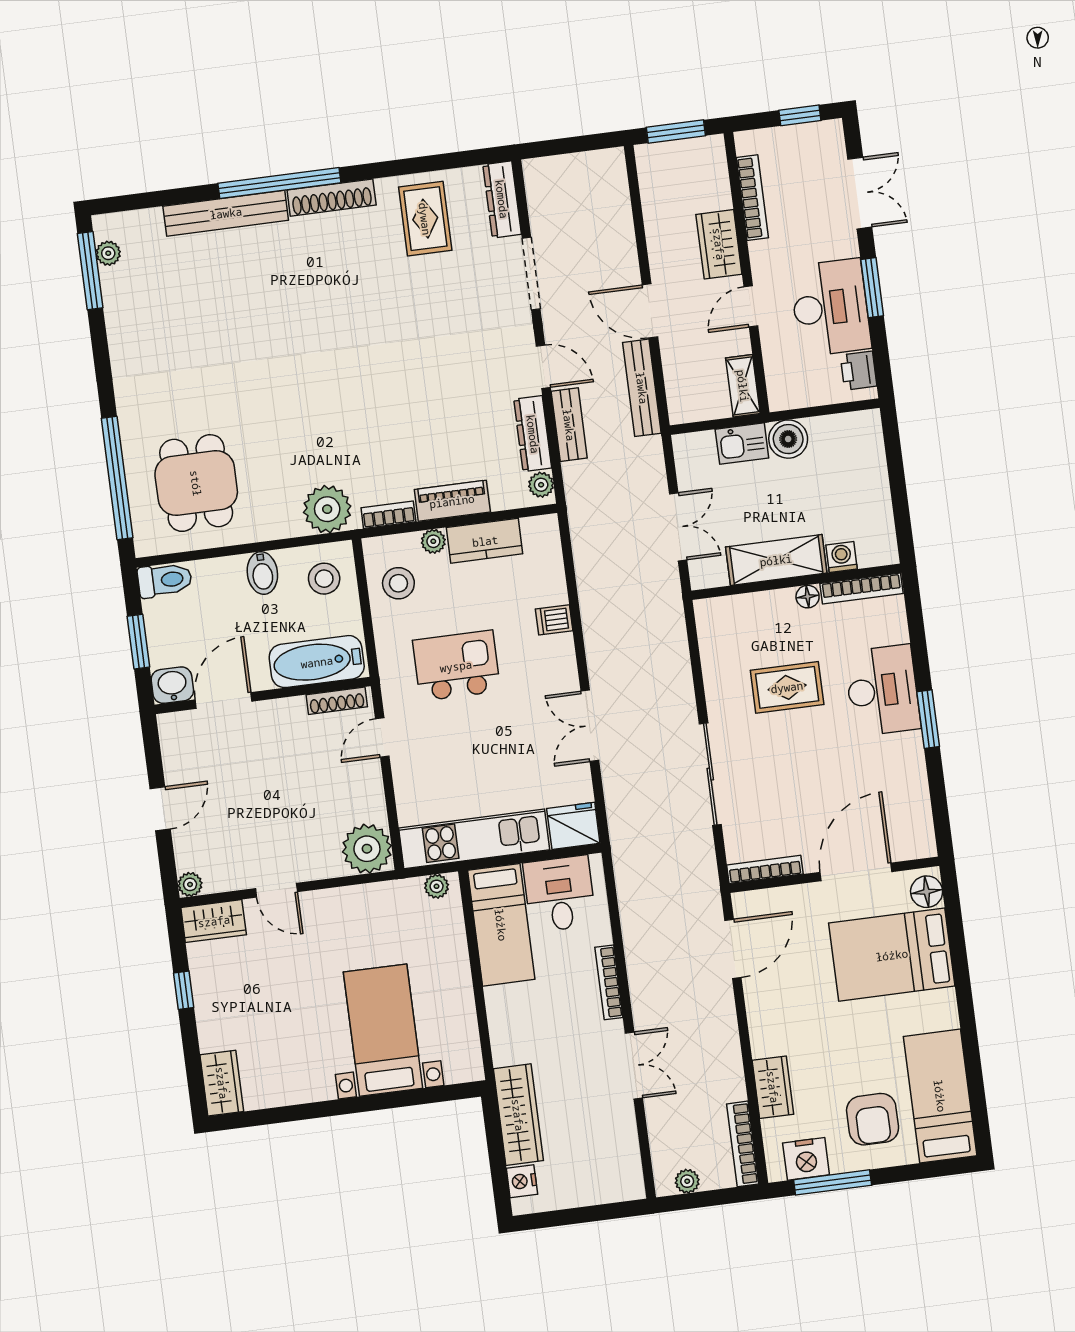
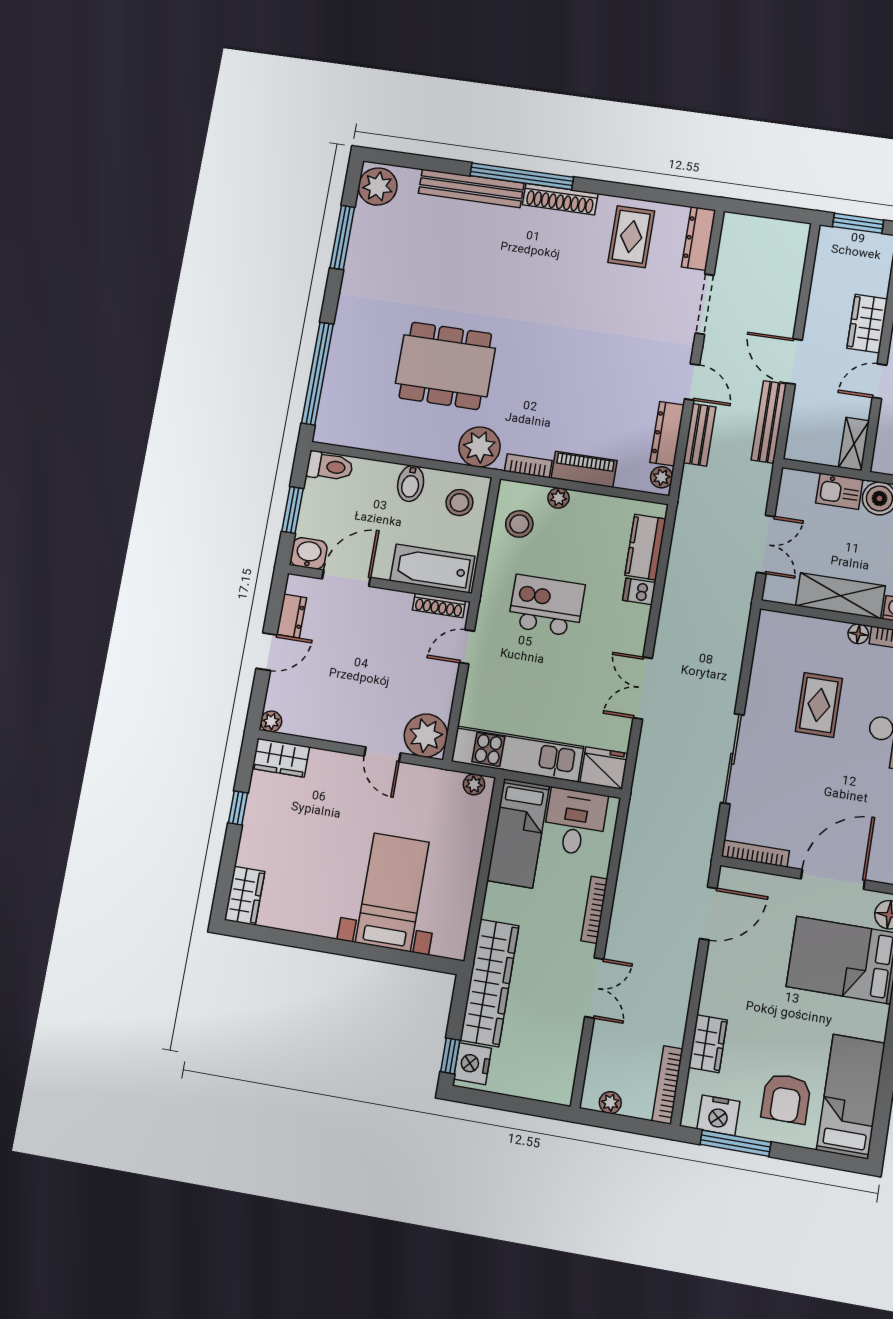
plant: (108, 253) -> (378, 187), width x1.88, depth x1.88
window: (90, 271) -> (342, 238), moved
dining table: (196, 483) -> (445, 366), moved, width x1.38
kitchen counter: (485, 541) -> (645, 547), moved, turned 90
rug: (787, 687) -> (819, 705), turned 90
dresser: (175, 761) -> (292, 616), added
door: (276, 890) -> (382, 754), moved
wardrobe: (518, 1115) -> (489, 983), width x1.40, depth x1.17
nightstand: (522, 1181) -> (472, 1064), width x1.36, depth x1.33
window: (501, 1185) -> (450, 1056), added

